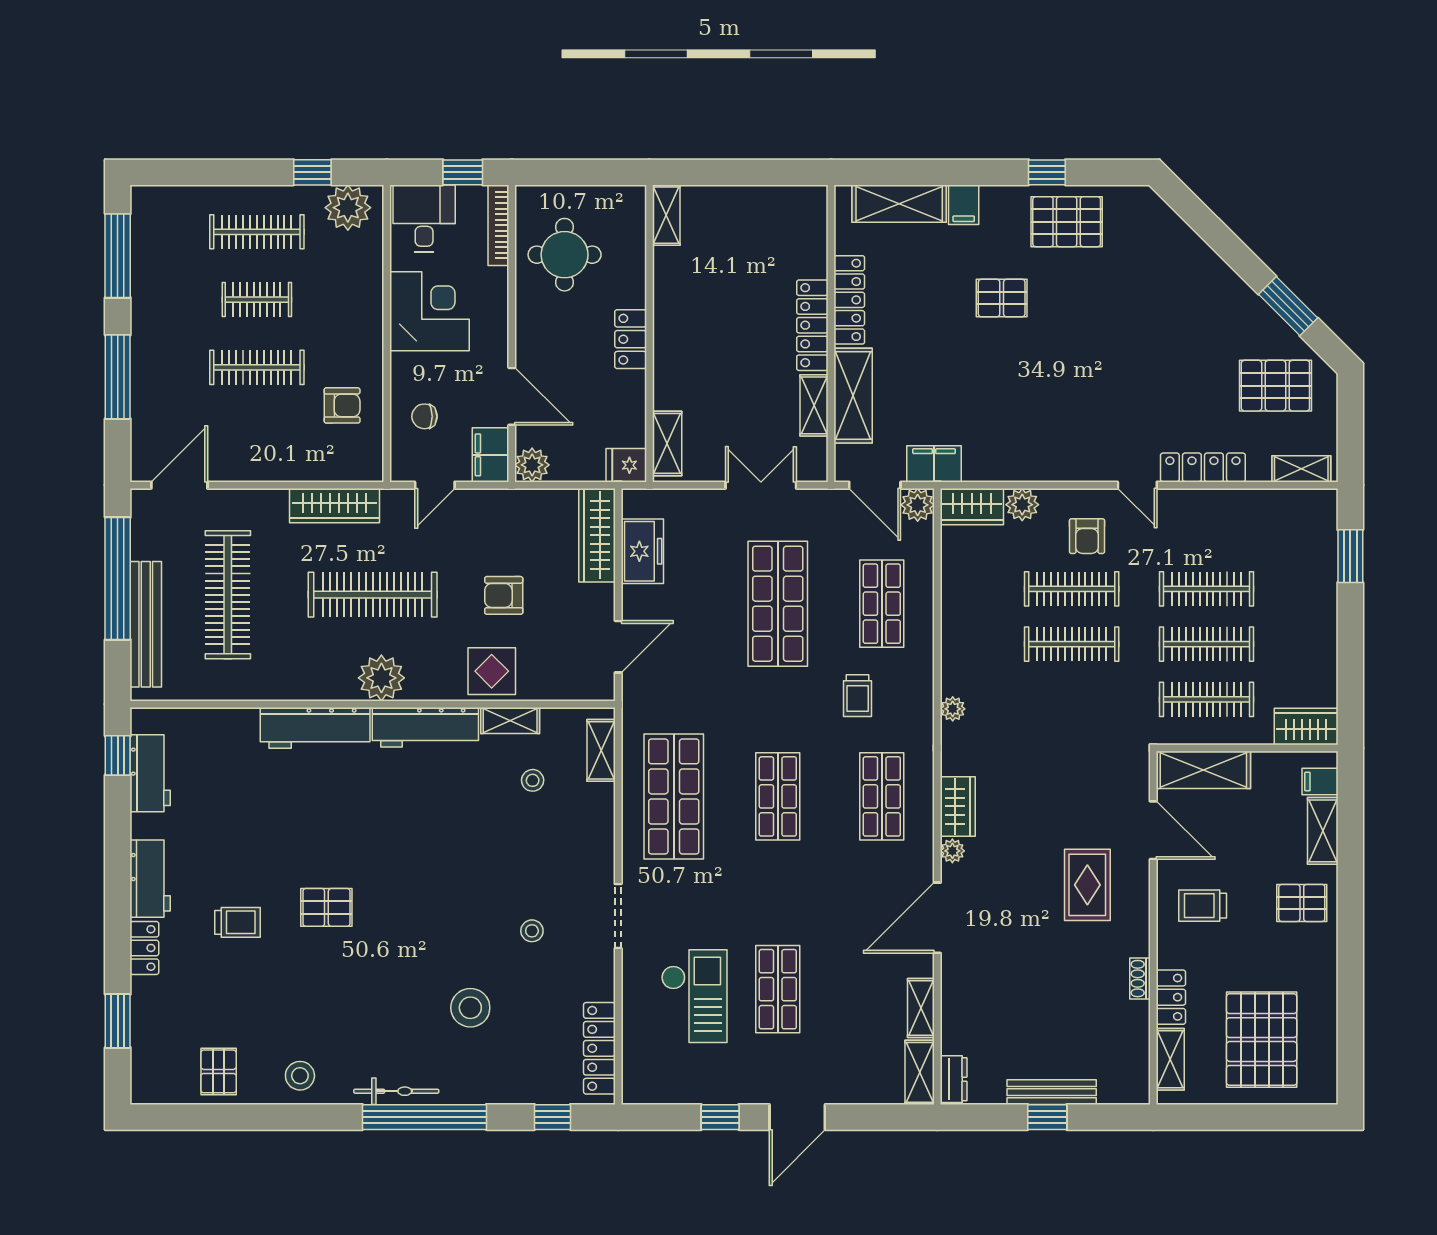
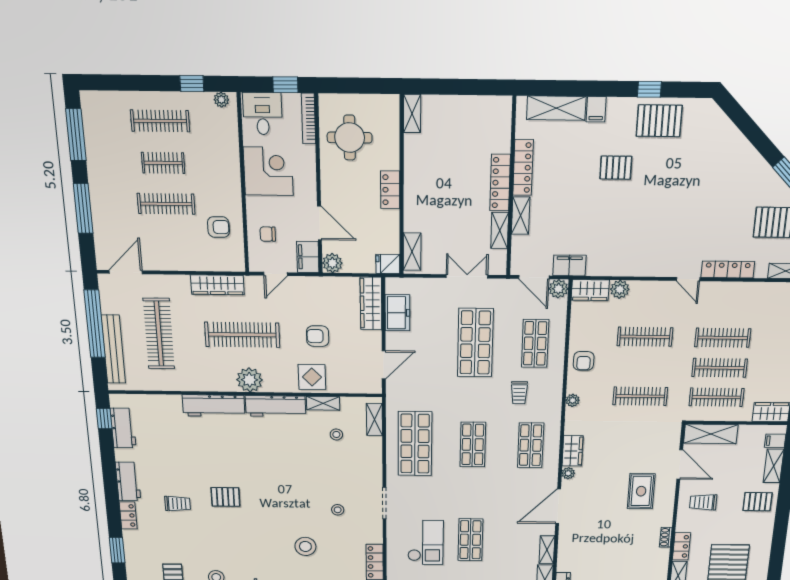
plant: (348, 208) -> (221, 100), width x0.53, depth x0.53
shelving: (853, 396) -> (521, 216), width x0.67, depth x0.75
armchair: (1087, 536) -> (584, 361), moved
clothes rail: (1072, 644) -> (640, 396), moved

